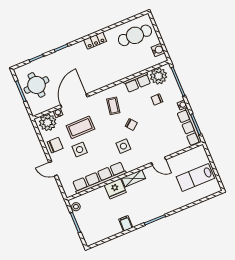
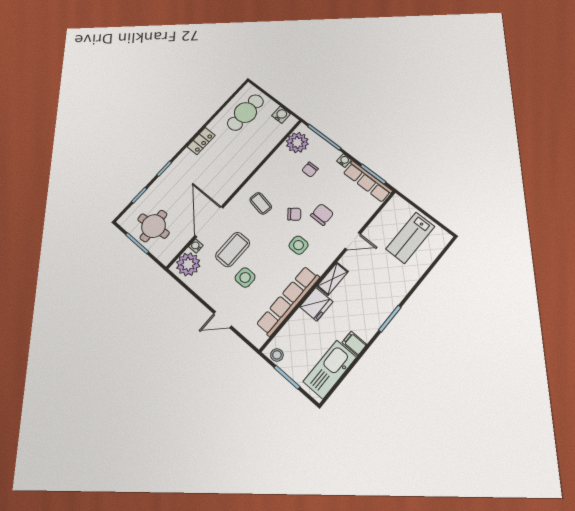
row of seats: (137, 82) -> (276, 162), removed
chair: (55, 145) -> (322, 214), moved
kitchen sink: (103, 231) -> (330, 369), added

